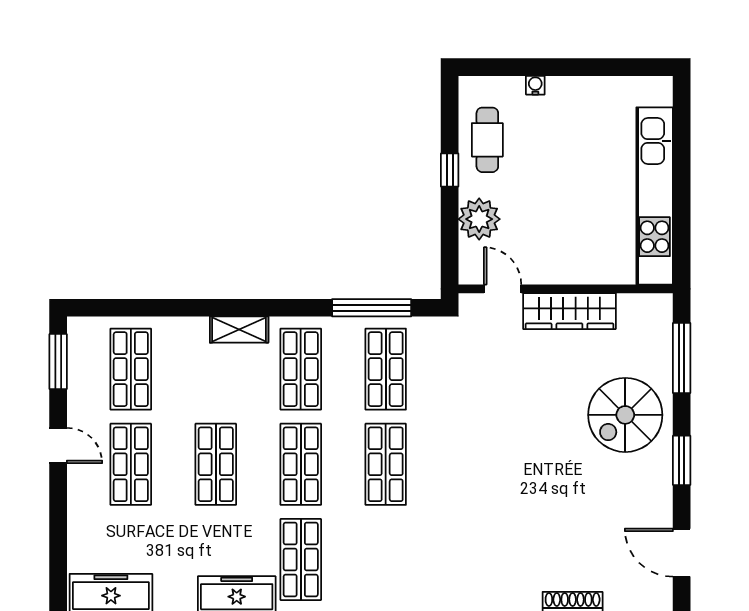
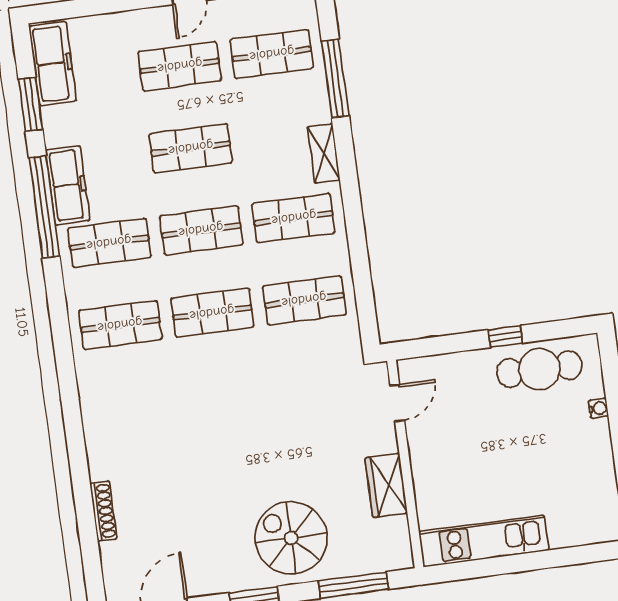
cafe table: (487, 140) -> (539, 369), width x1.37, depth x1.35
kitchen unit: (655, 196) -> (484, 541), width x0.73
plant: (479, 219) -> (462, 371), removed
window: (372, 308) -> (335, 78), moved
wardrobe: (569, 311) -> (386, 486), width x0.67
shop shelf: (386, 559) -> (120, 325), added

